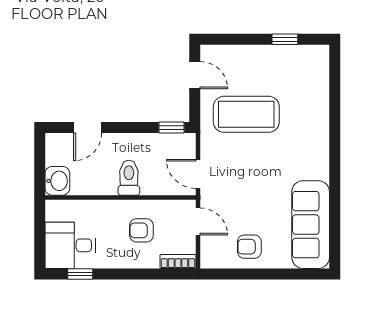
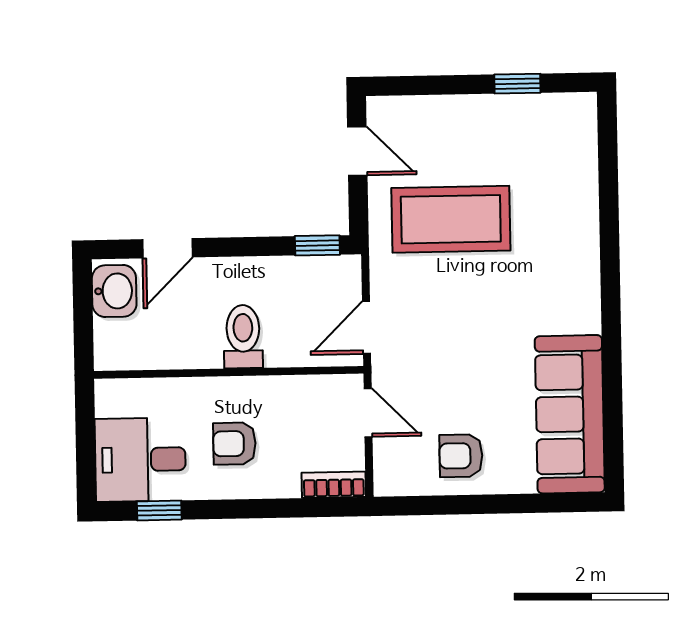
door: (198, 174) -> (366, 328), hinge flipped
washbasin: (57, 181) -> (114, 291), moved
armchair: (141, 230) -> (234, 444), moved

